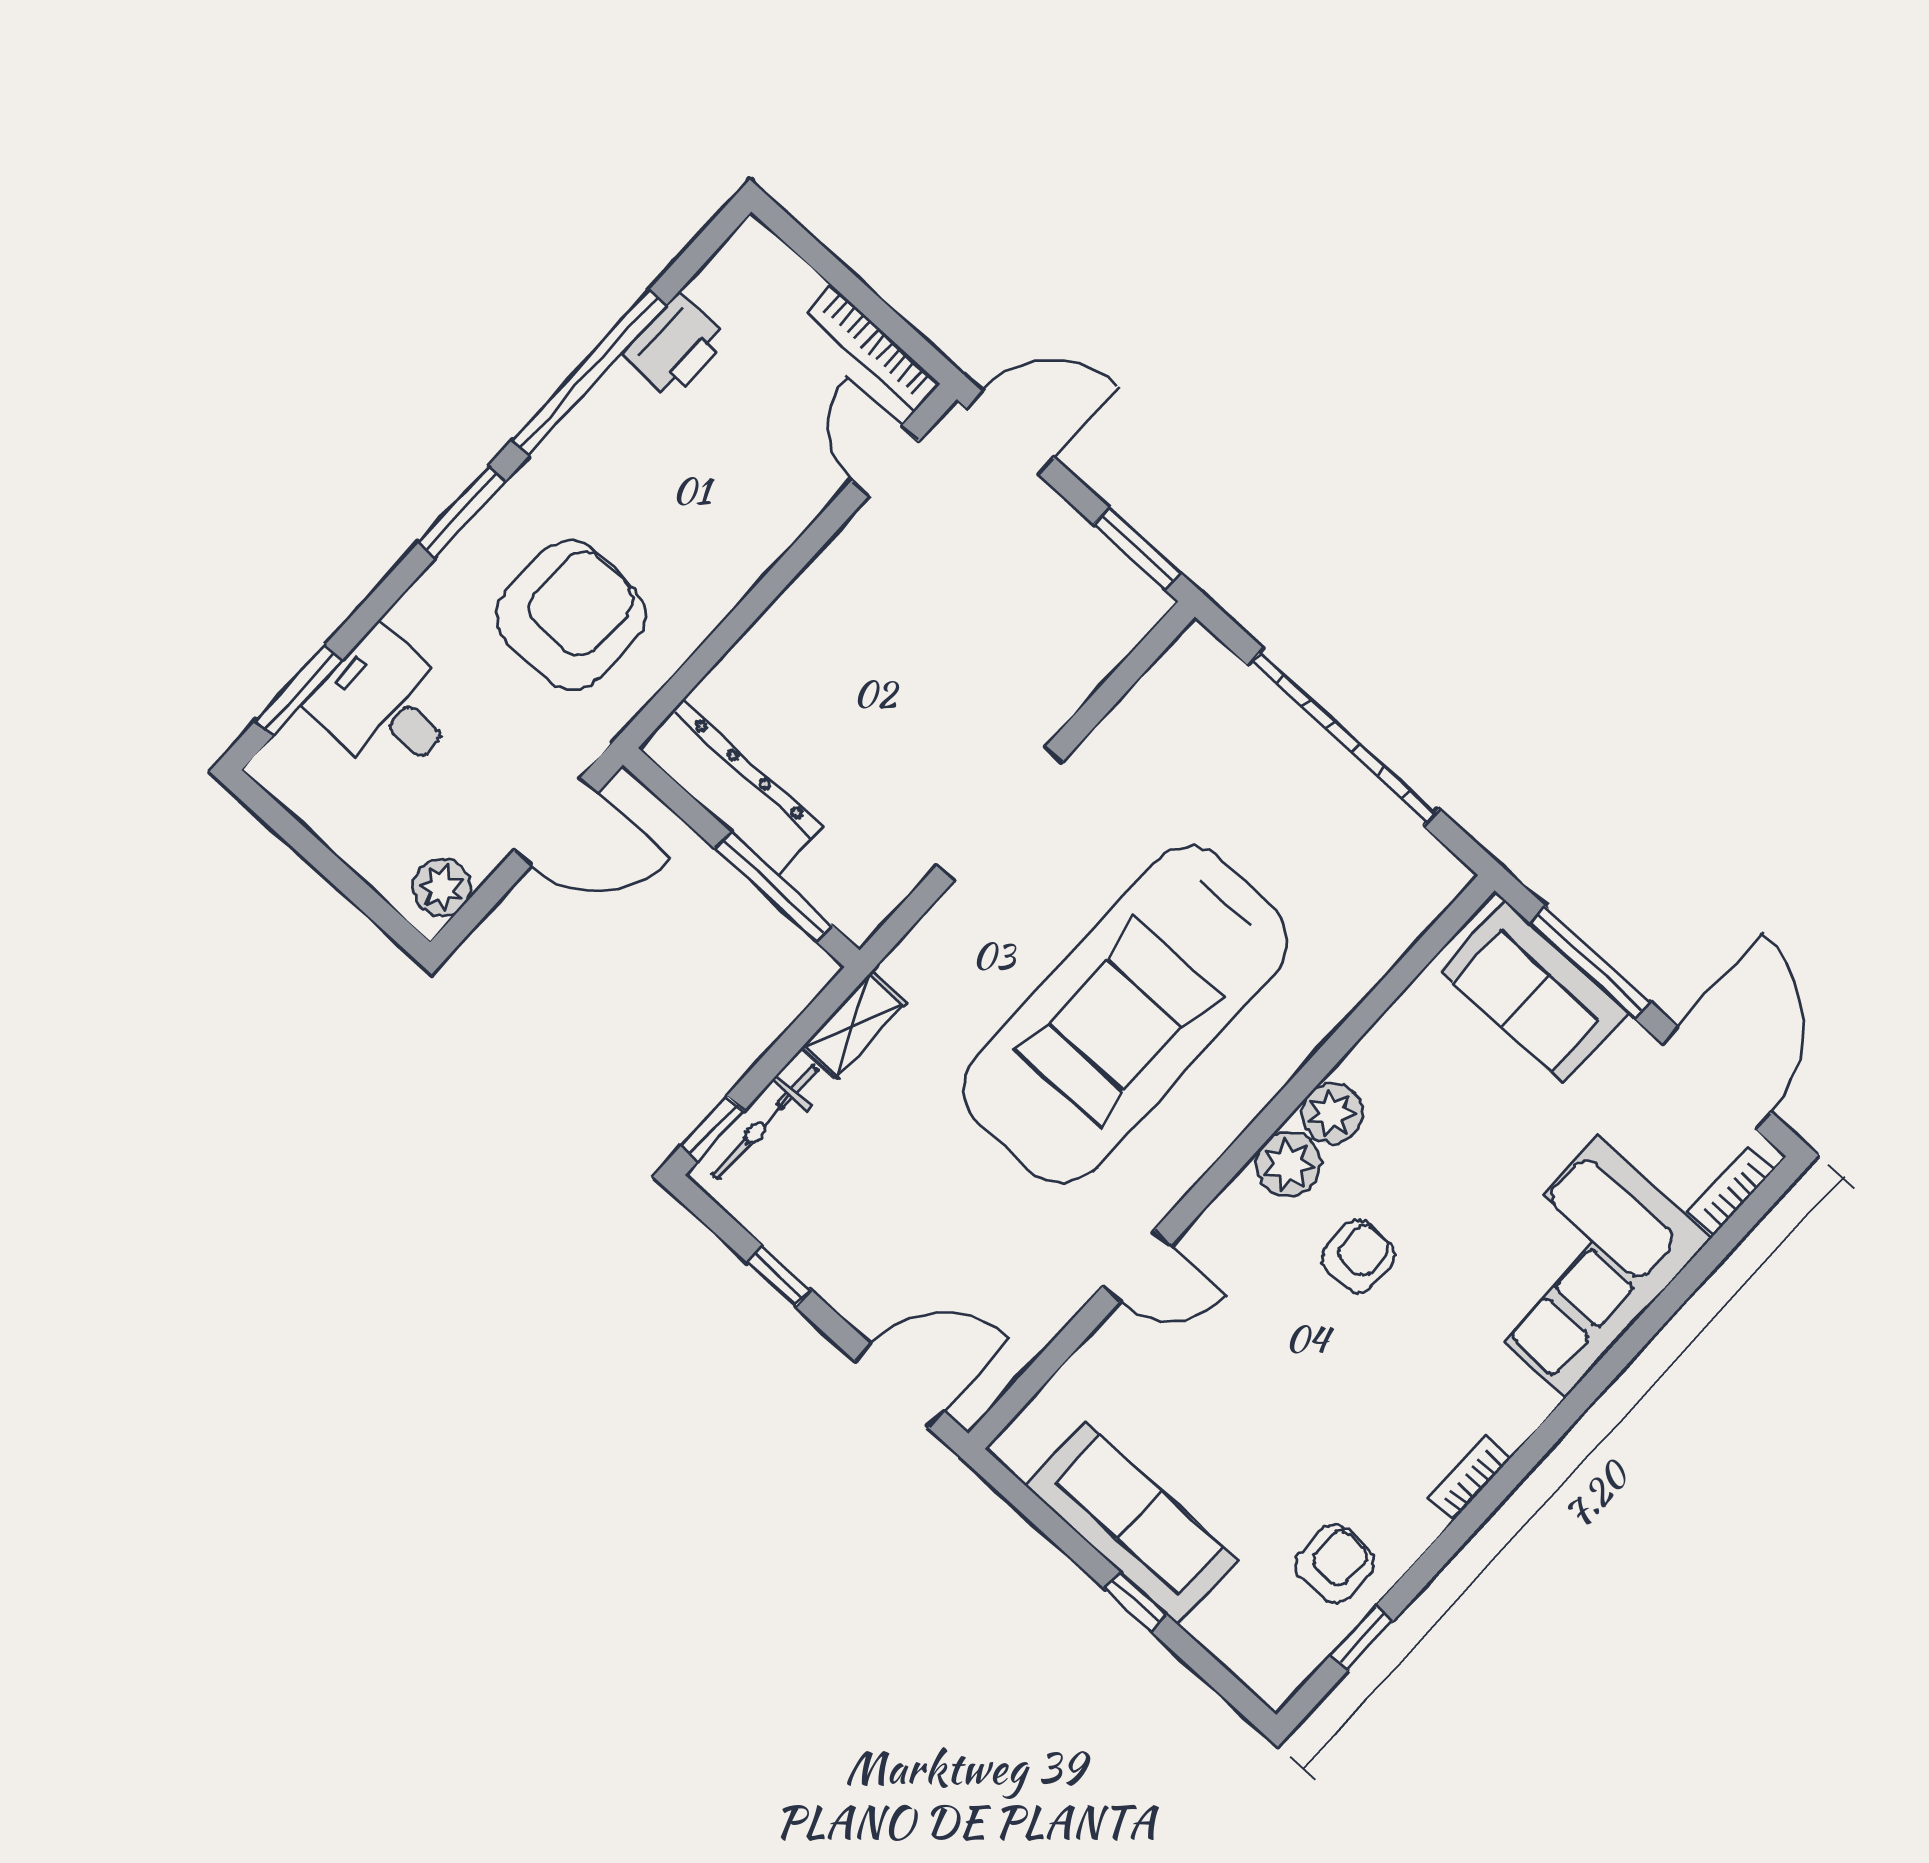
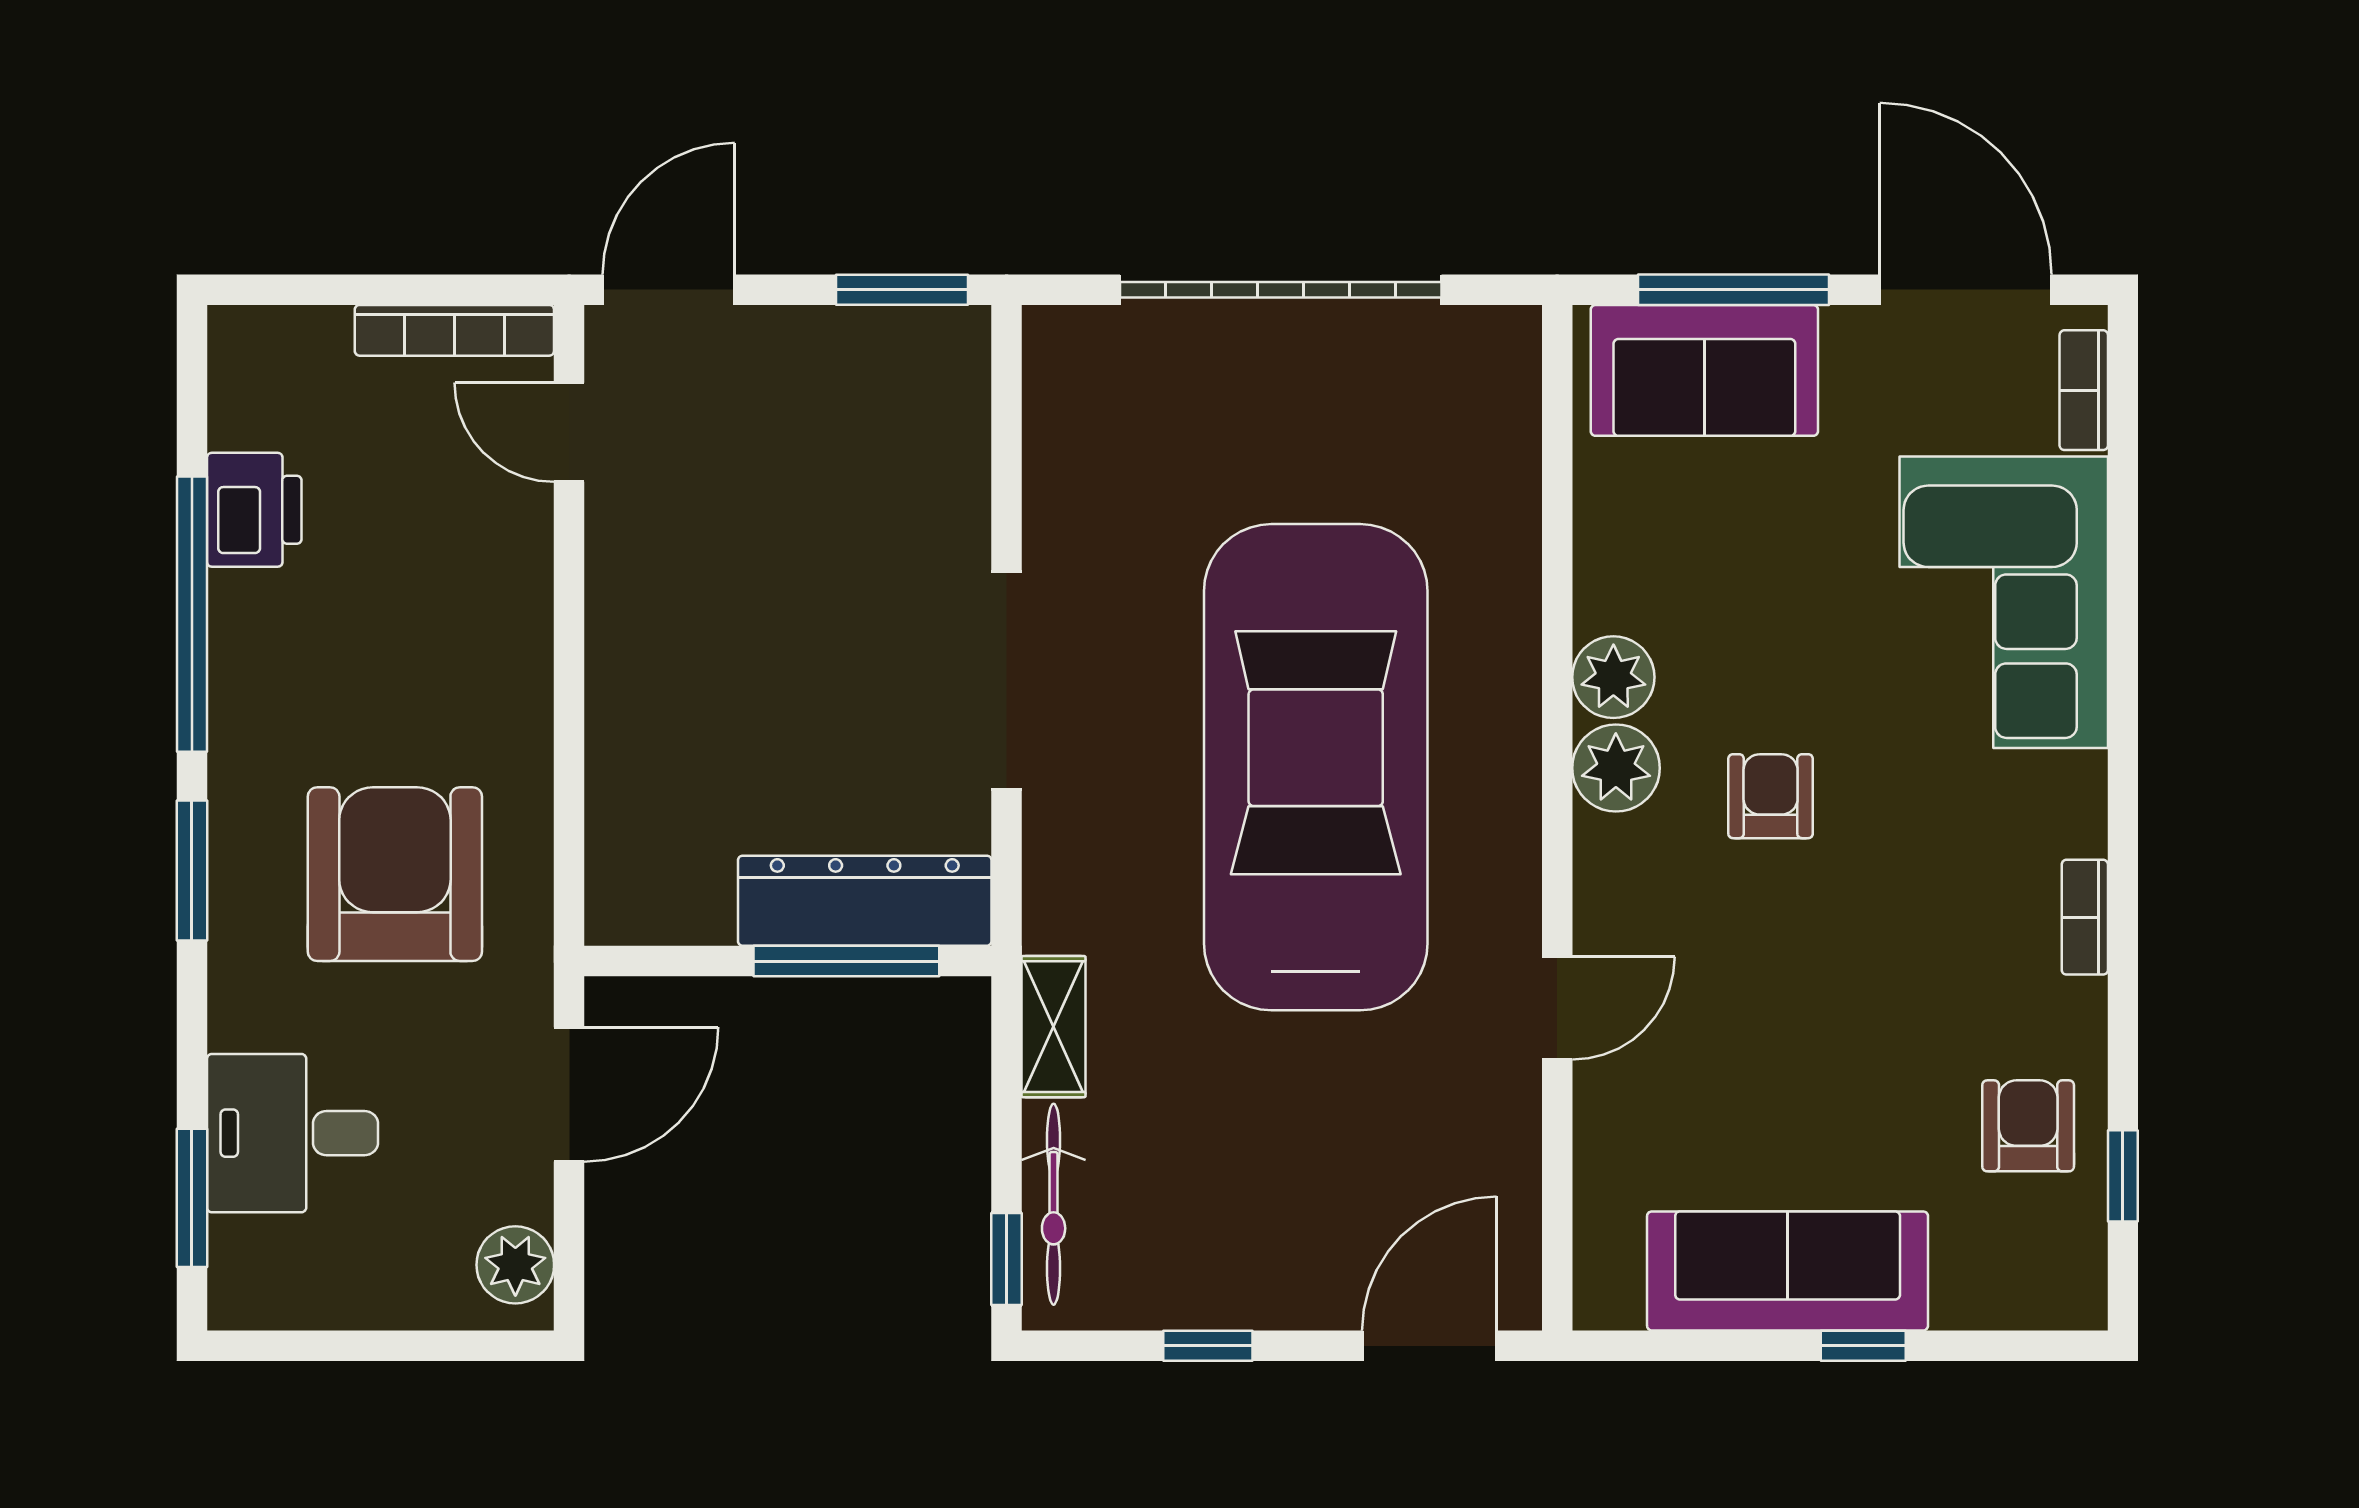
dresser: (732, 789) -> (865, 901), moved
car: (1125, 1014) -> (1316, 767), turned 180

